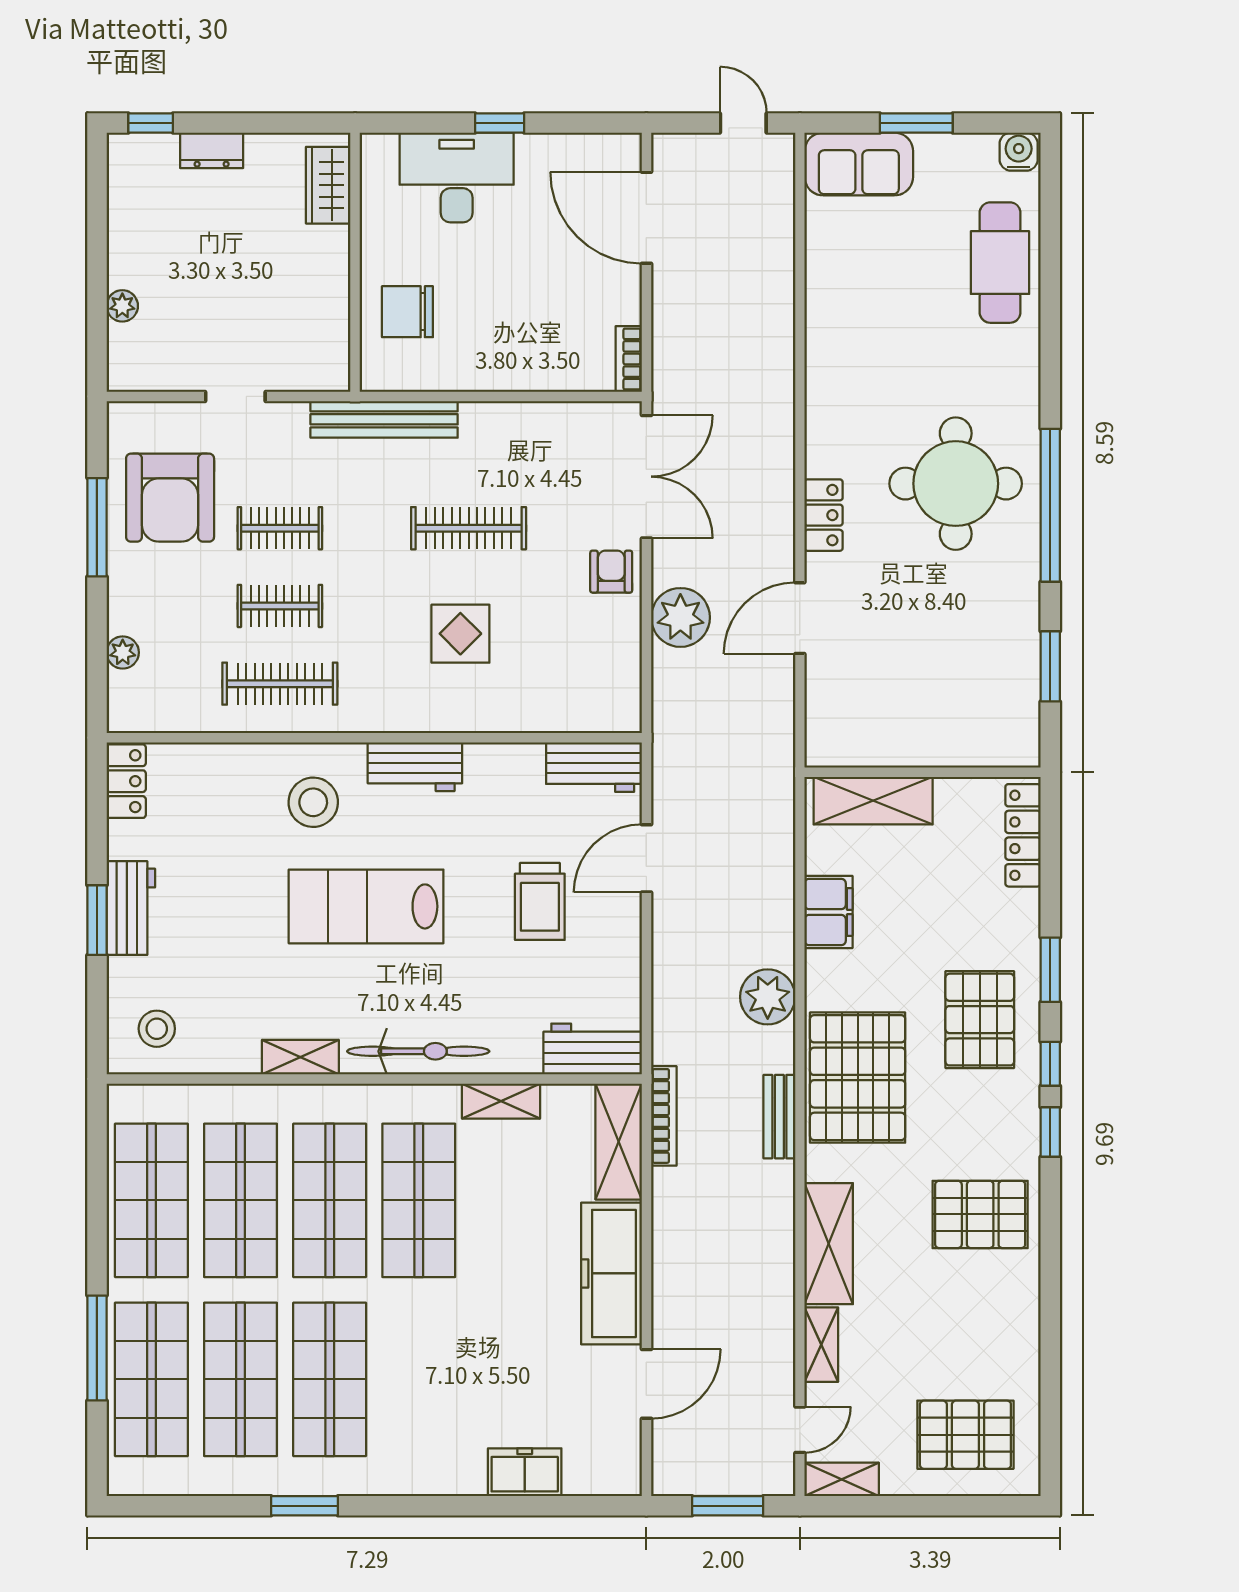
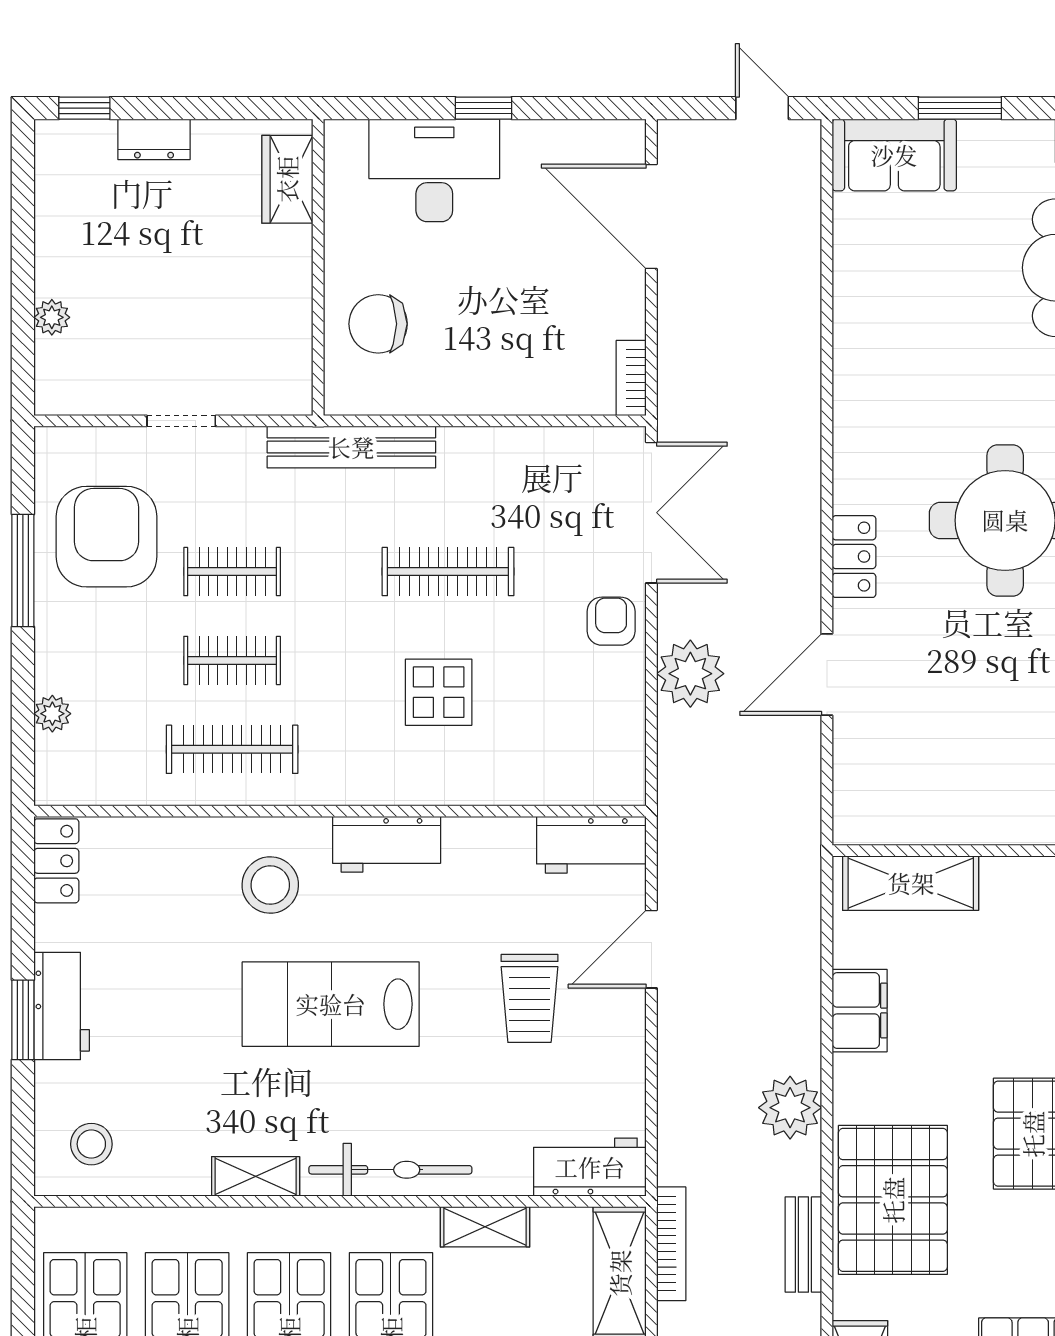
armchair: (170, 498) -> (106, 537), turned 180

